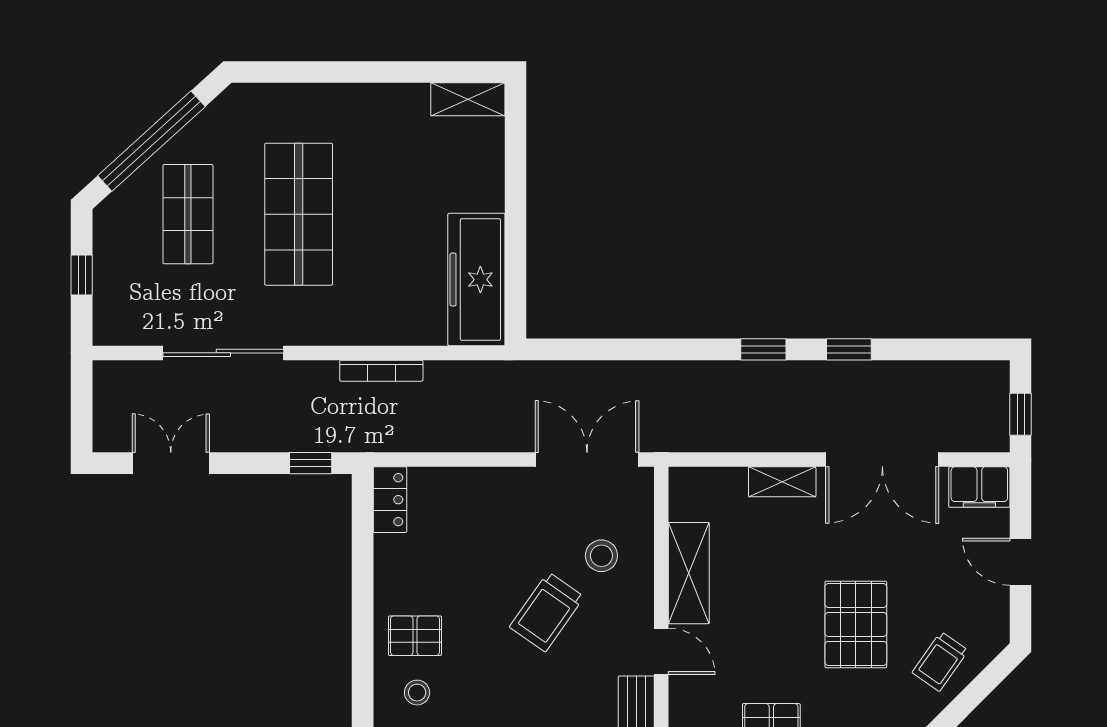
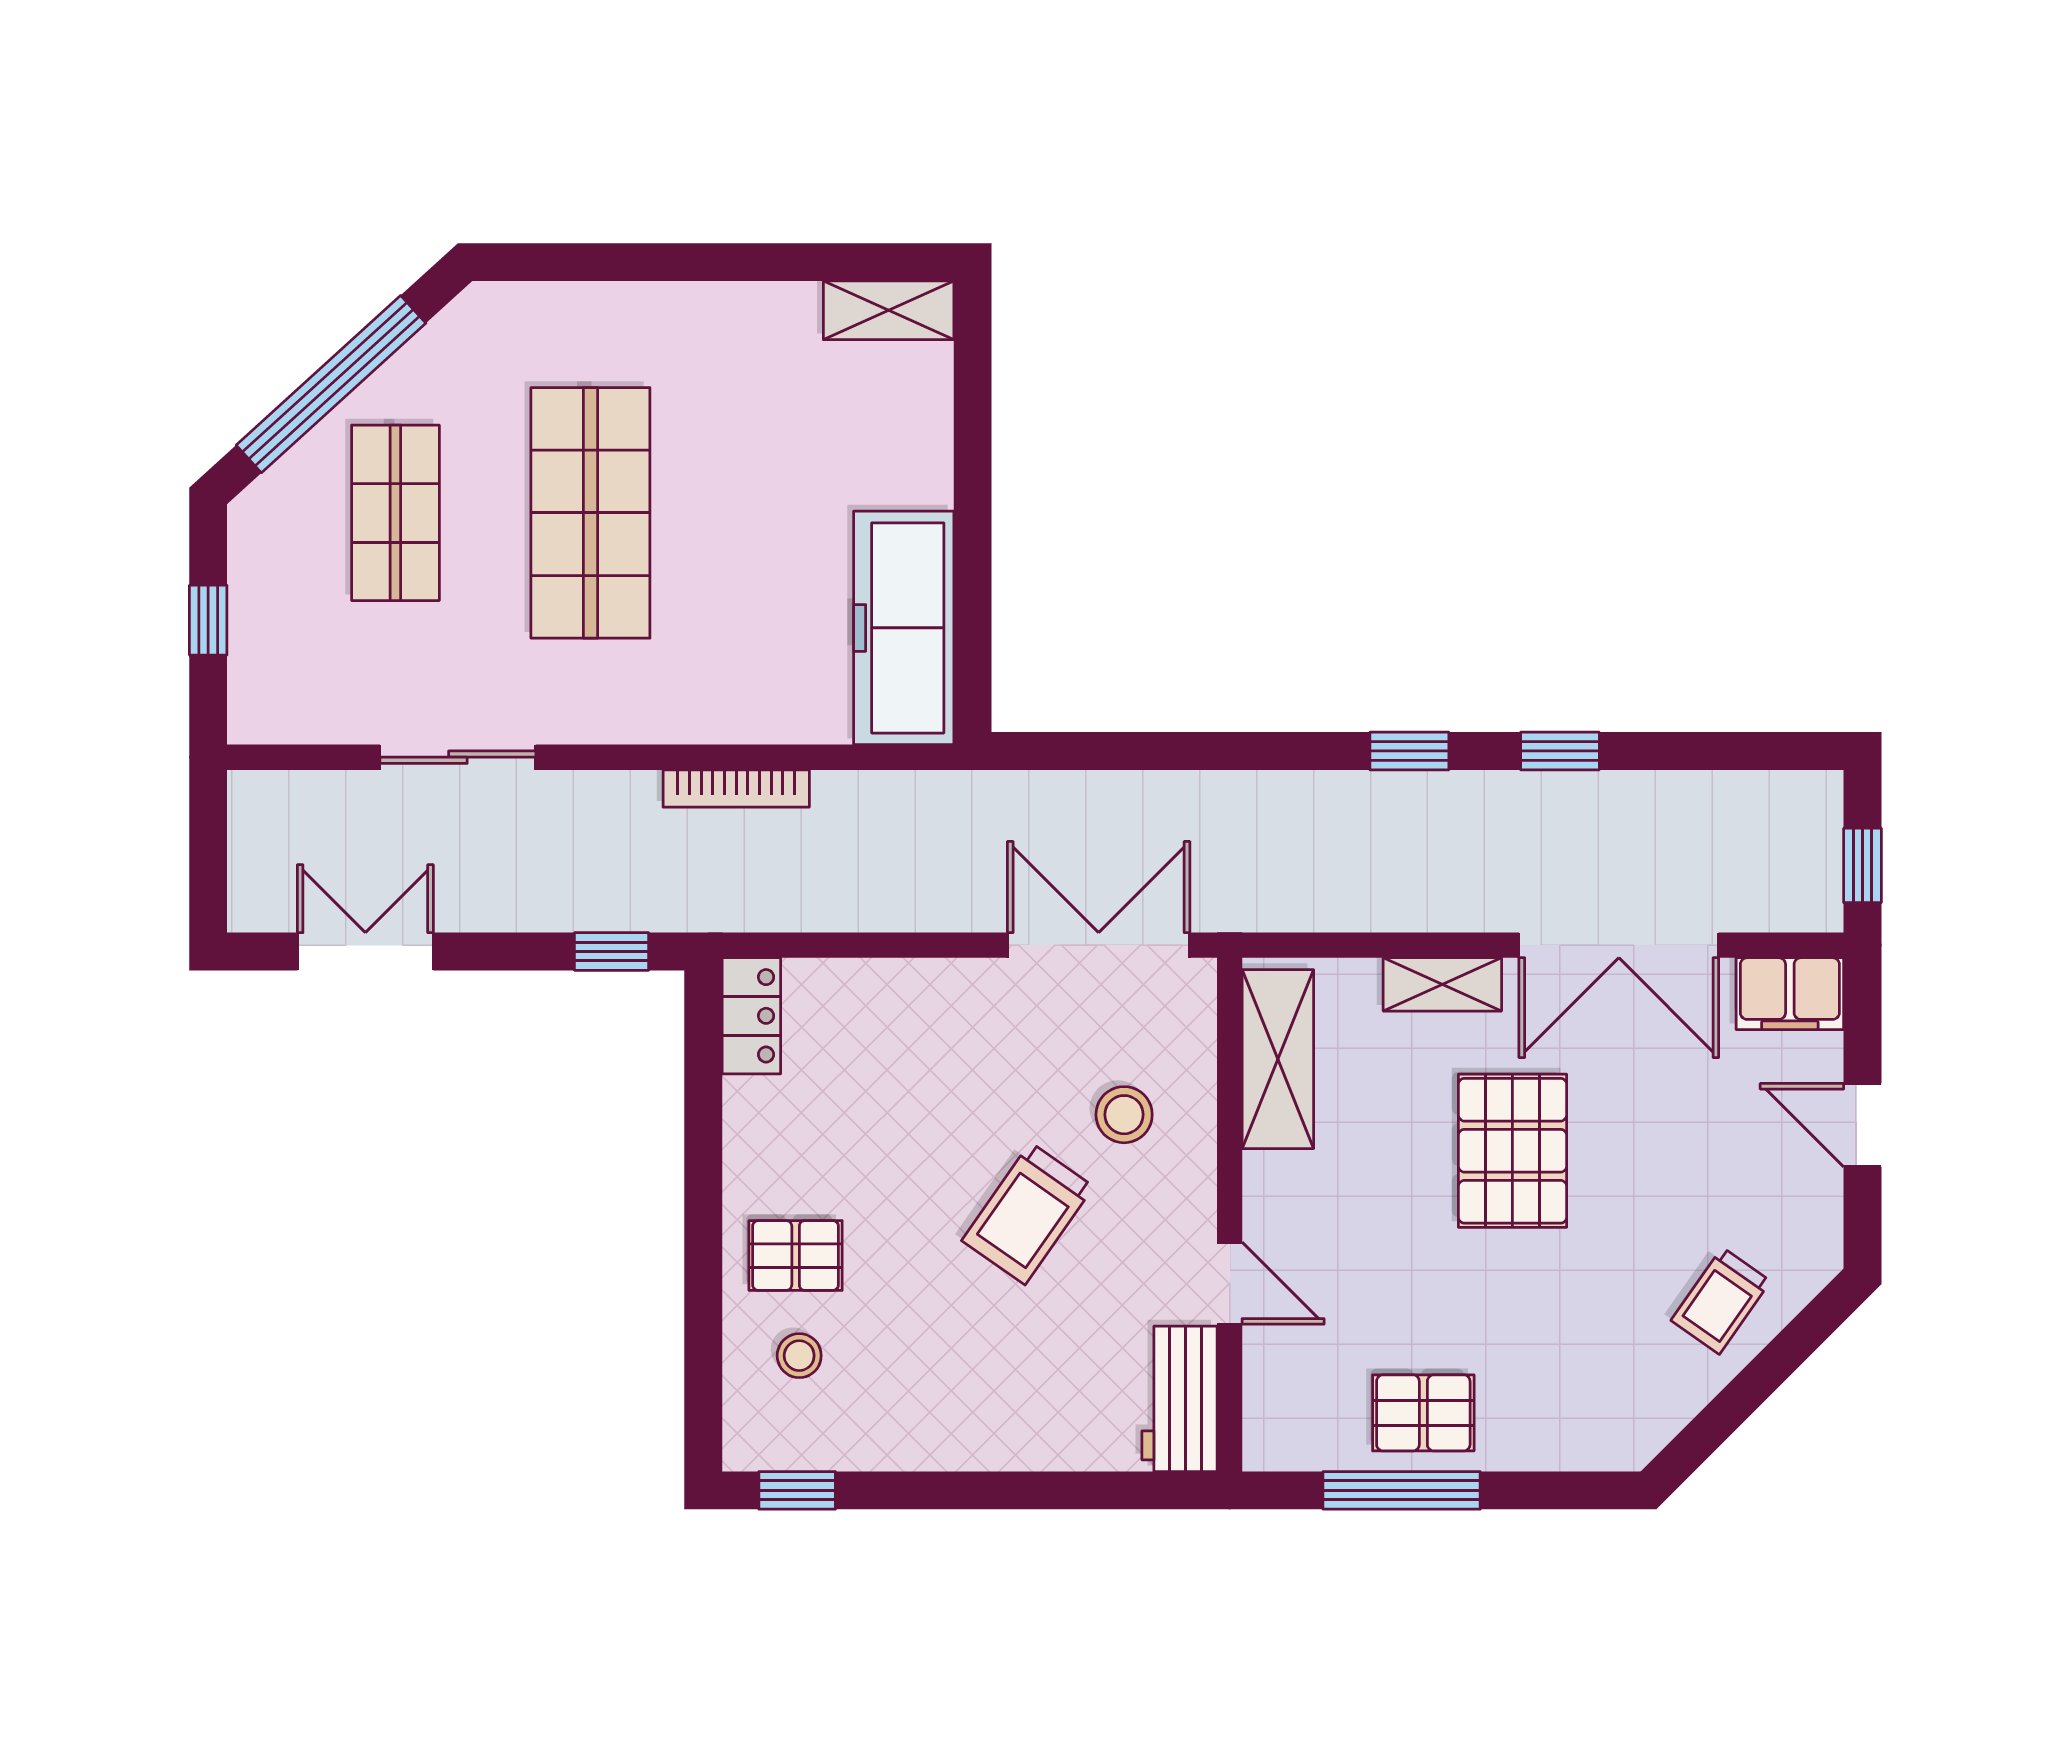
sliding door: (223, 353) -> (458, 757), width x0.73
shelving: (689, 573) -> (1278, 1059), moved
pallet: (856, 624) -> (1512, 1151), moved

